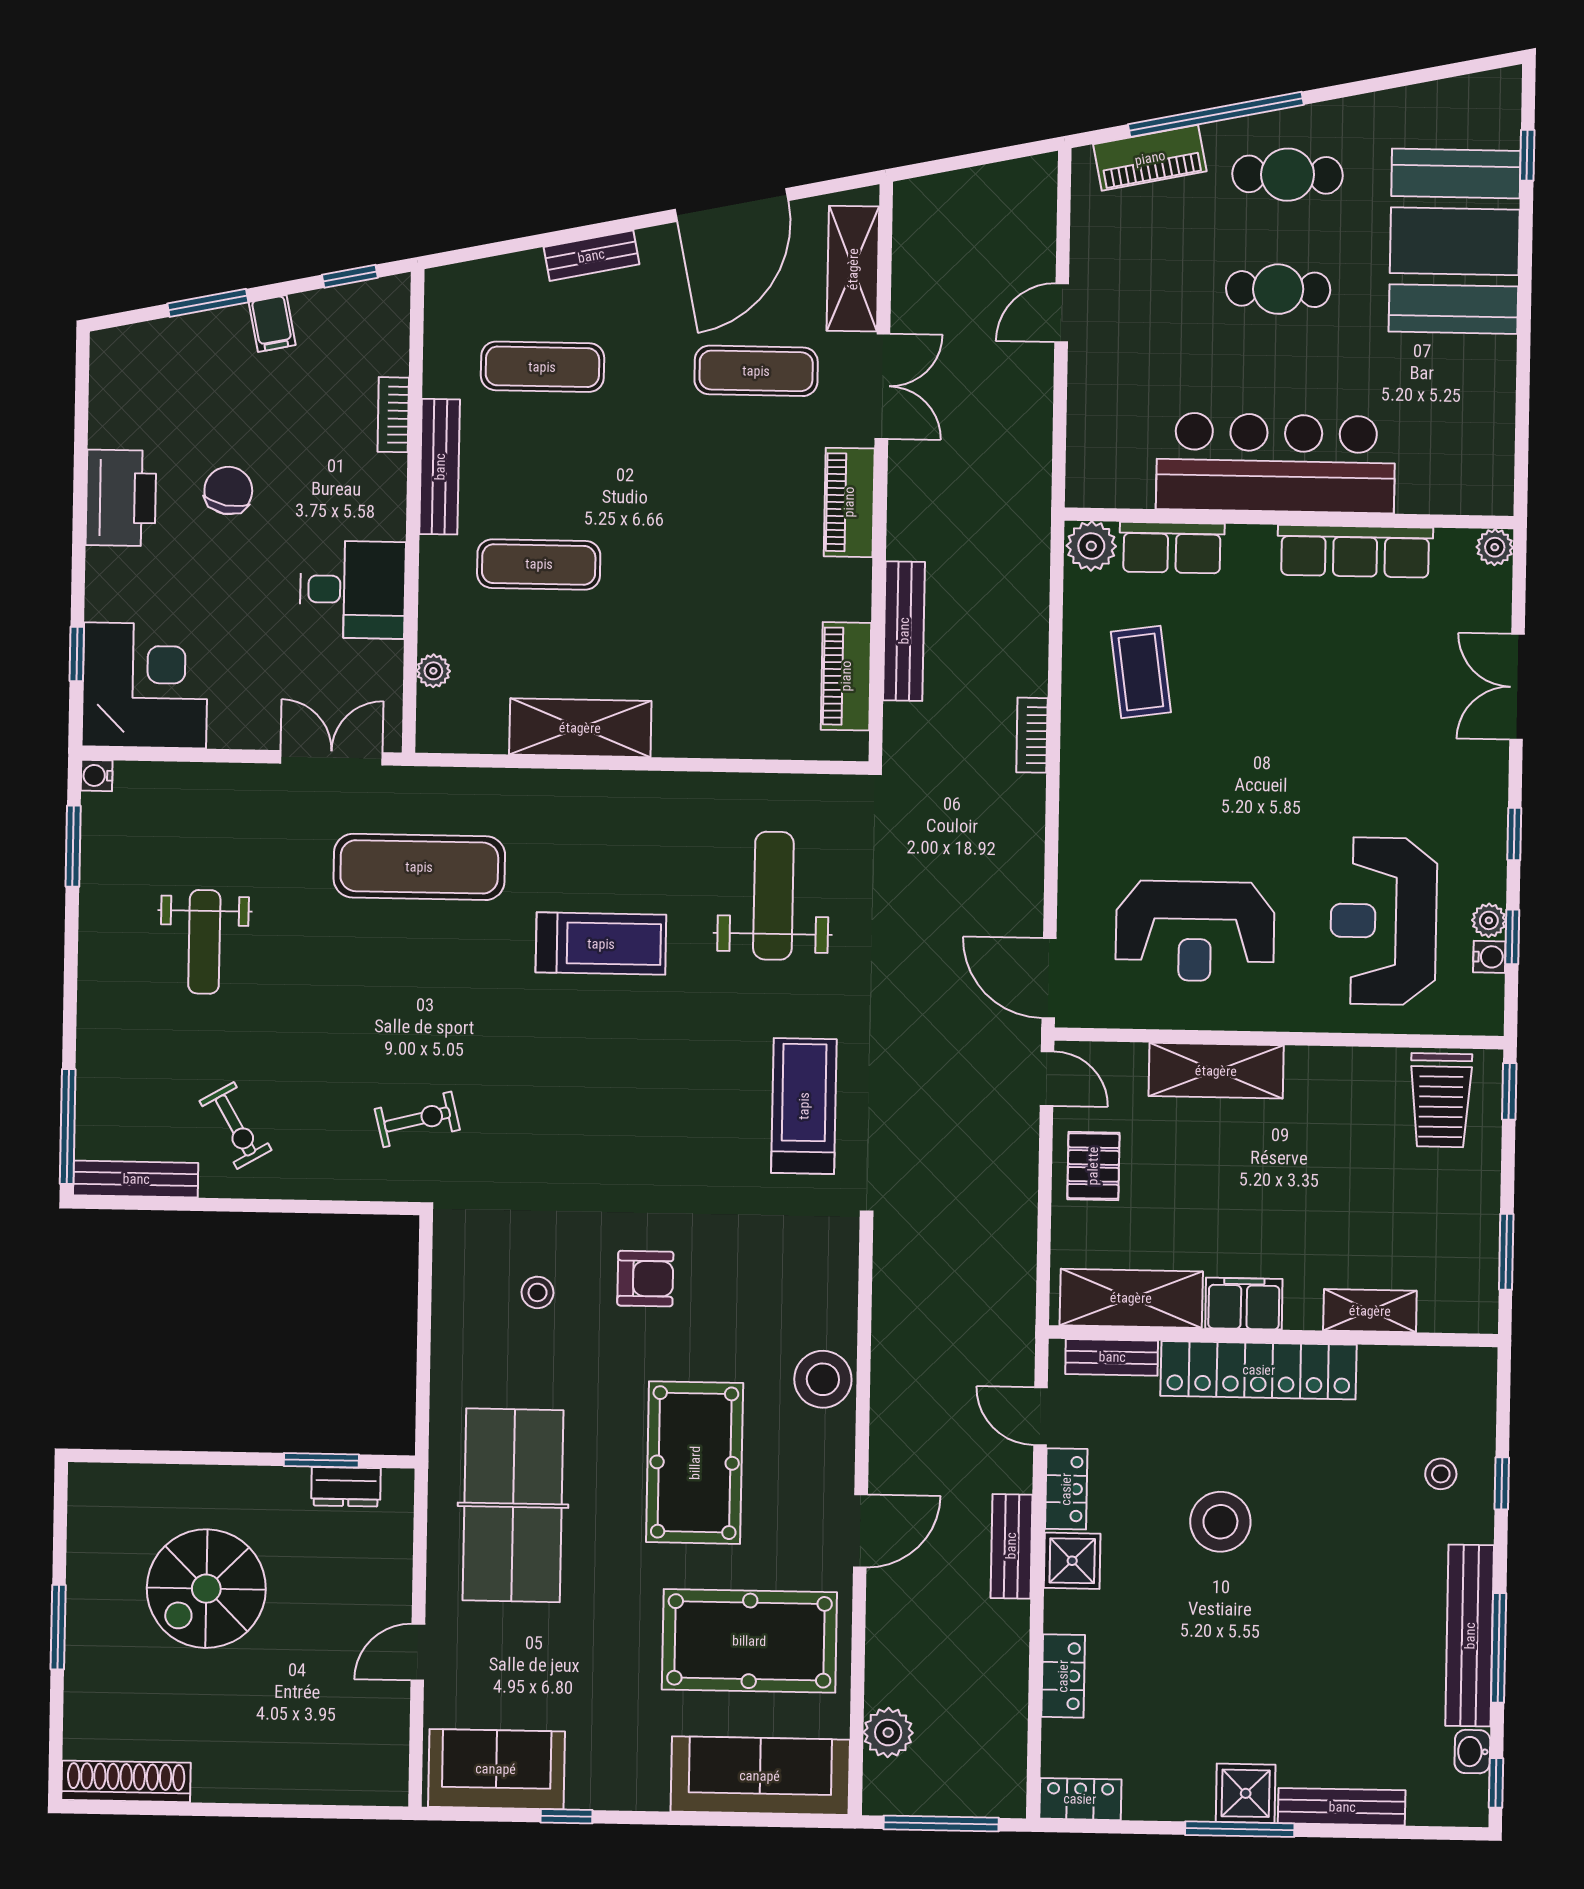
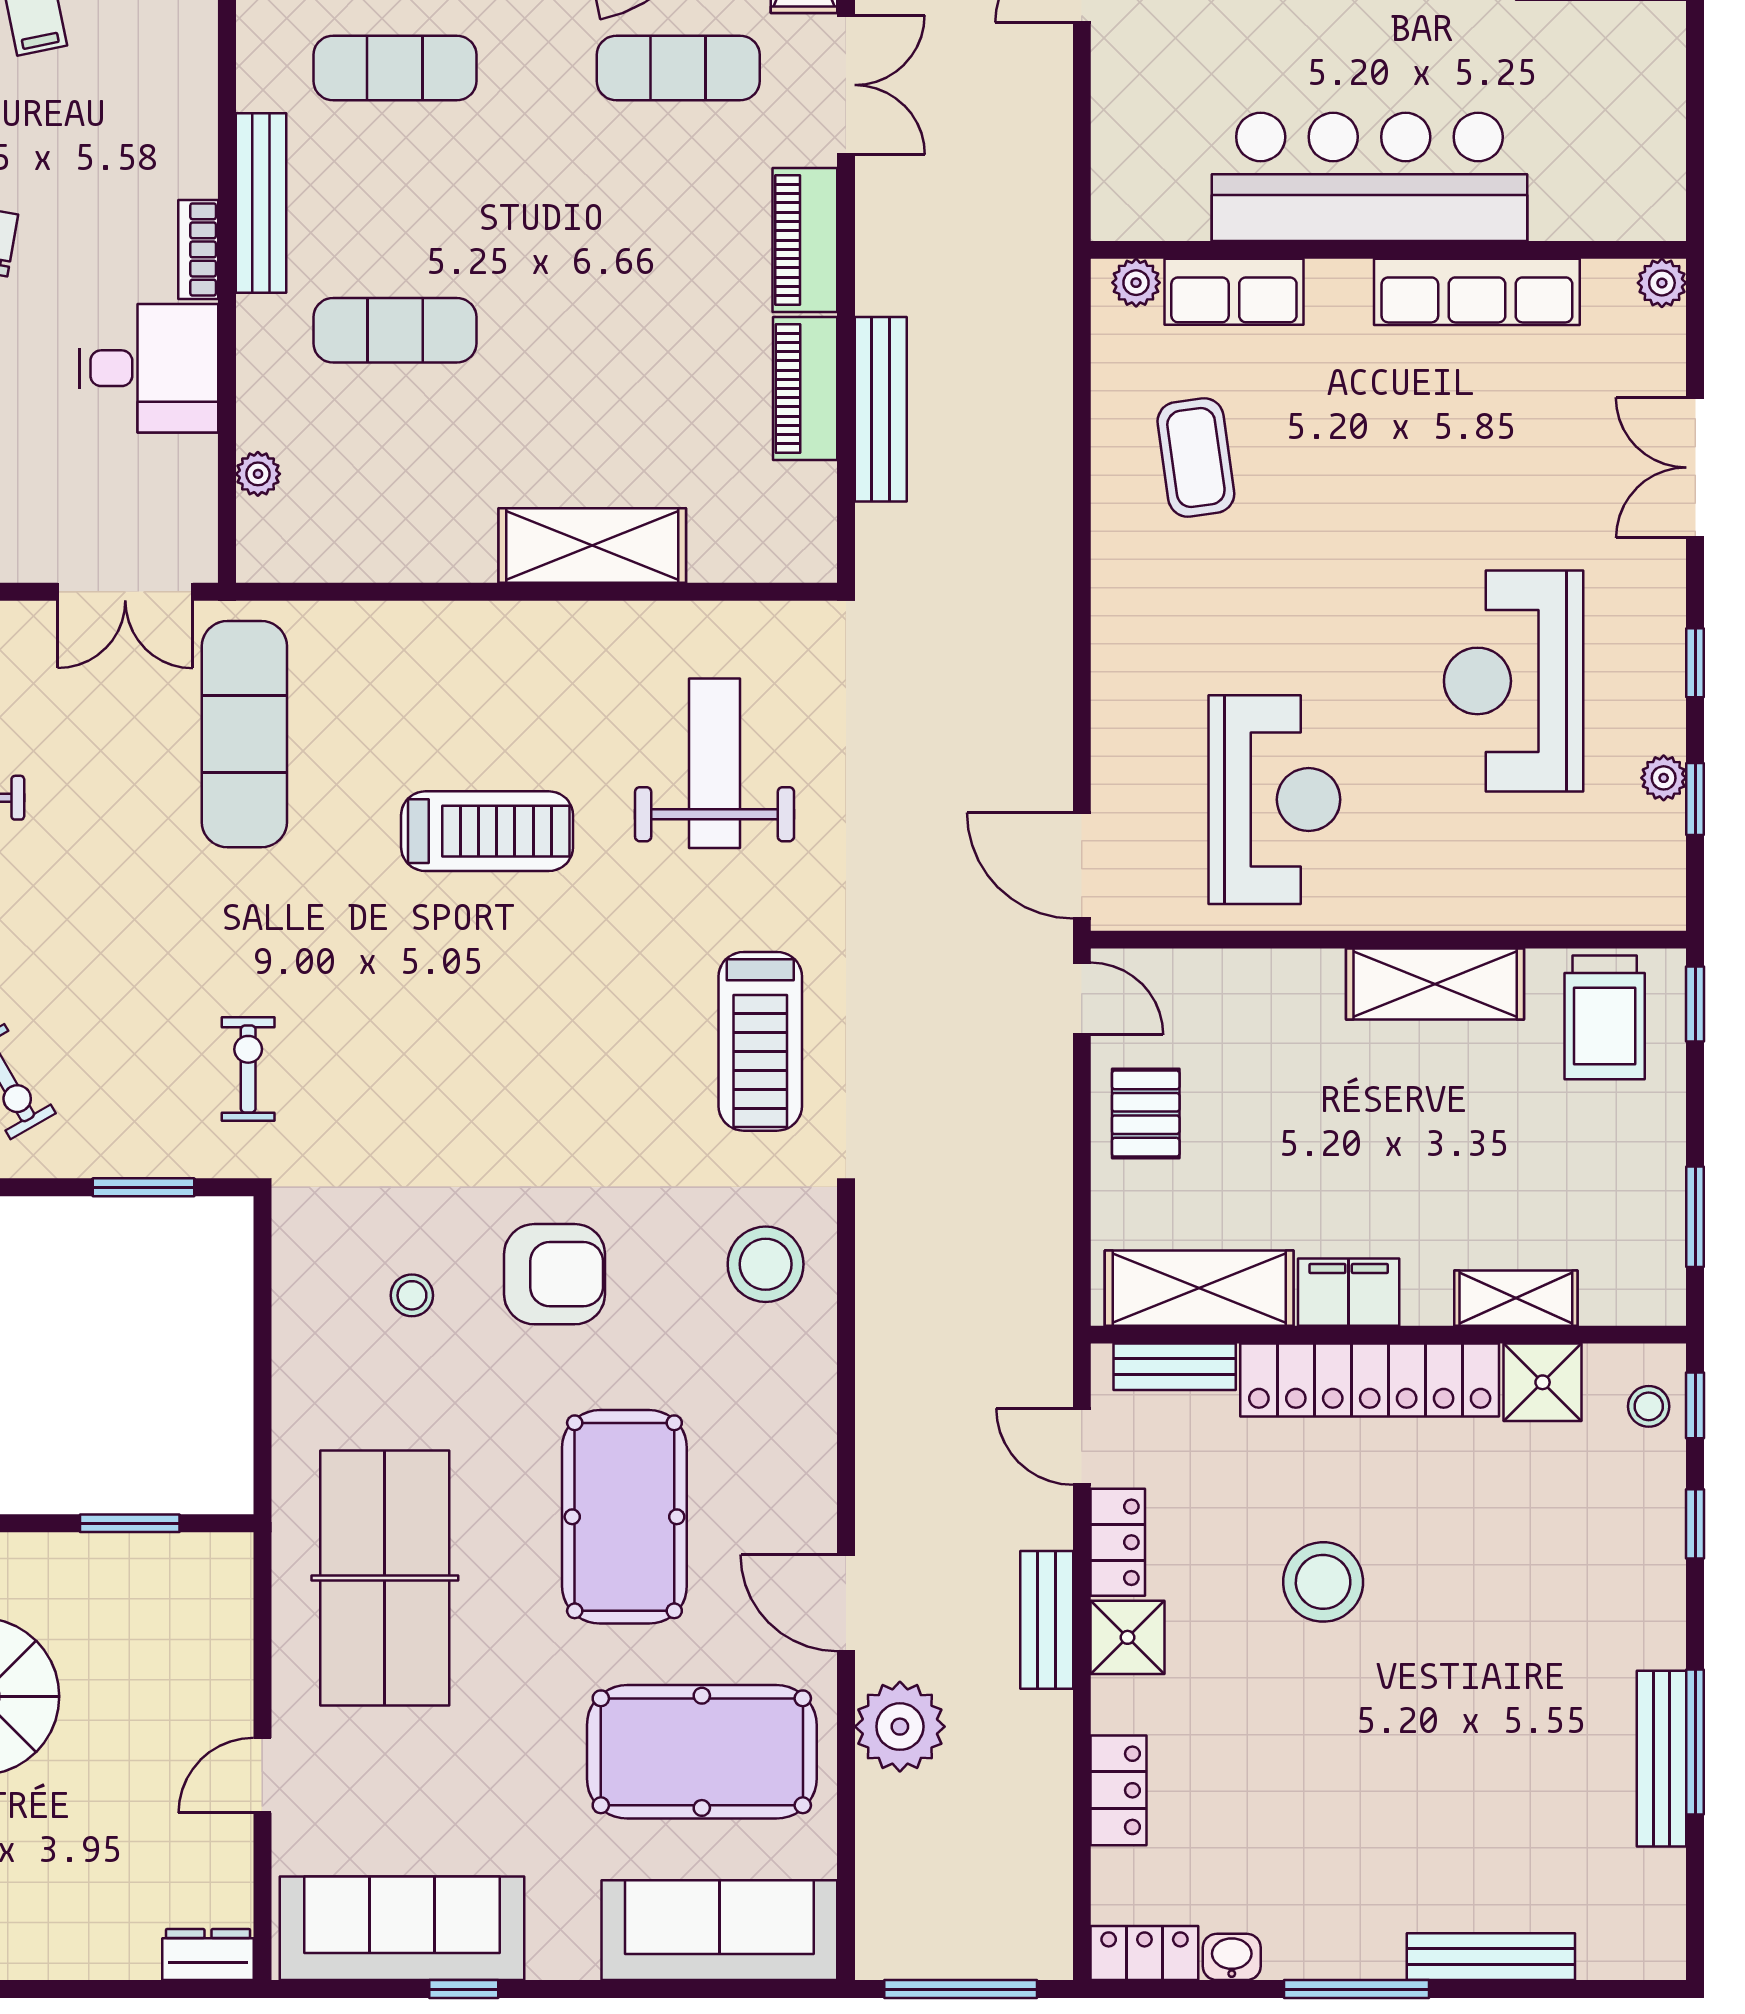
bookcase: (393, 415) -> (198, 249), moved
plant: (1091, 546) -> (1136, 283), width x0.73, depth x0.73
piano: (846, 676) -> (805, 388), moved
shelving: (580, 728) -> (592, 546), moved
bookcase: (1032, 735) -> (1053, 544), removed
double door: (332, 758) -> (125, 592), swing flipped
exercise mat: (419, 867) -> (244, 734), turned 90
reception desk: (1383, 921) -> (1514, 681), moved
reception desk: (1195, 931) -> (1274, 800), turned -90
water cooler: (1489, 957) -> (1665, 826), removed
shelving: (1216, 1071) -> (1435, 984), moved
treadmill: (804, 1106) -> (760, 1041), turned 180
exercise bike: (417, 1119) -> (248, 1069), turned -76
window: (337, 1207) -> (144, 1187), added
armchair: (645, 1279) -> (555, 1274), width x1.38, depth x1.38
stool: (823, 1379) -> (766, 1264), moved
stool: (1441, 1474) -> (1649, 1406), moved
dresser: (346, 1487) -> (208, 1955), moved, turned 180
door: (860, 1531) -> (846, 1603), swing flipped
bench: (1470, 1636) -> (1662, 1759), width x0.73, depth x0.82
plant: (888, 1733) -> (900, 1727), moved, width x1.36, depth x1.36
washbasin: (1472, 1752) -> (1232, 1957), moved, turned 90
sofa: (496, 1769) -> (402, 1928), width x1.36
window: (1496, 1783) -> (1695, 1405), moved
shower: (1246, 1793) -> (1543, 1382), moved

